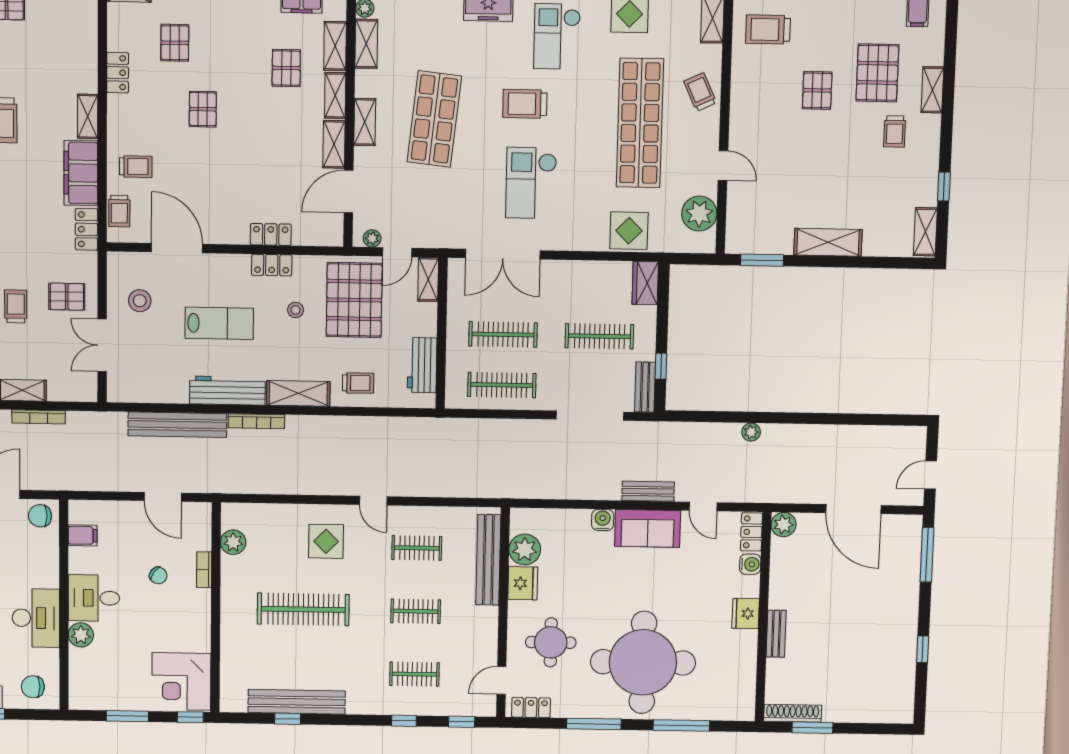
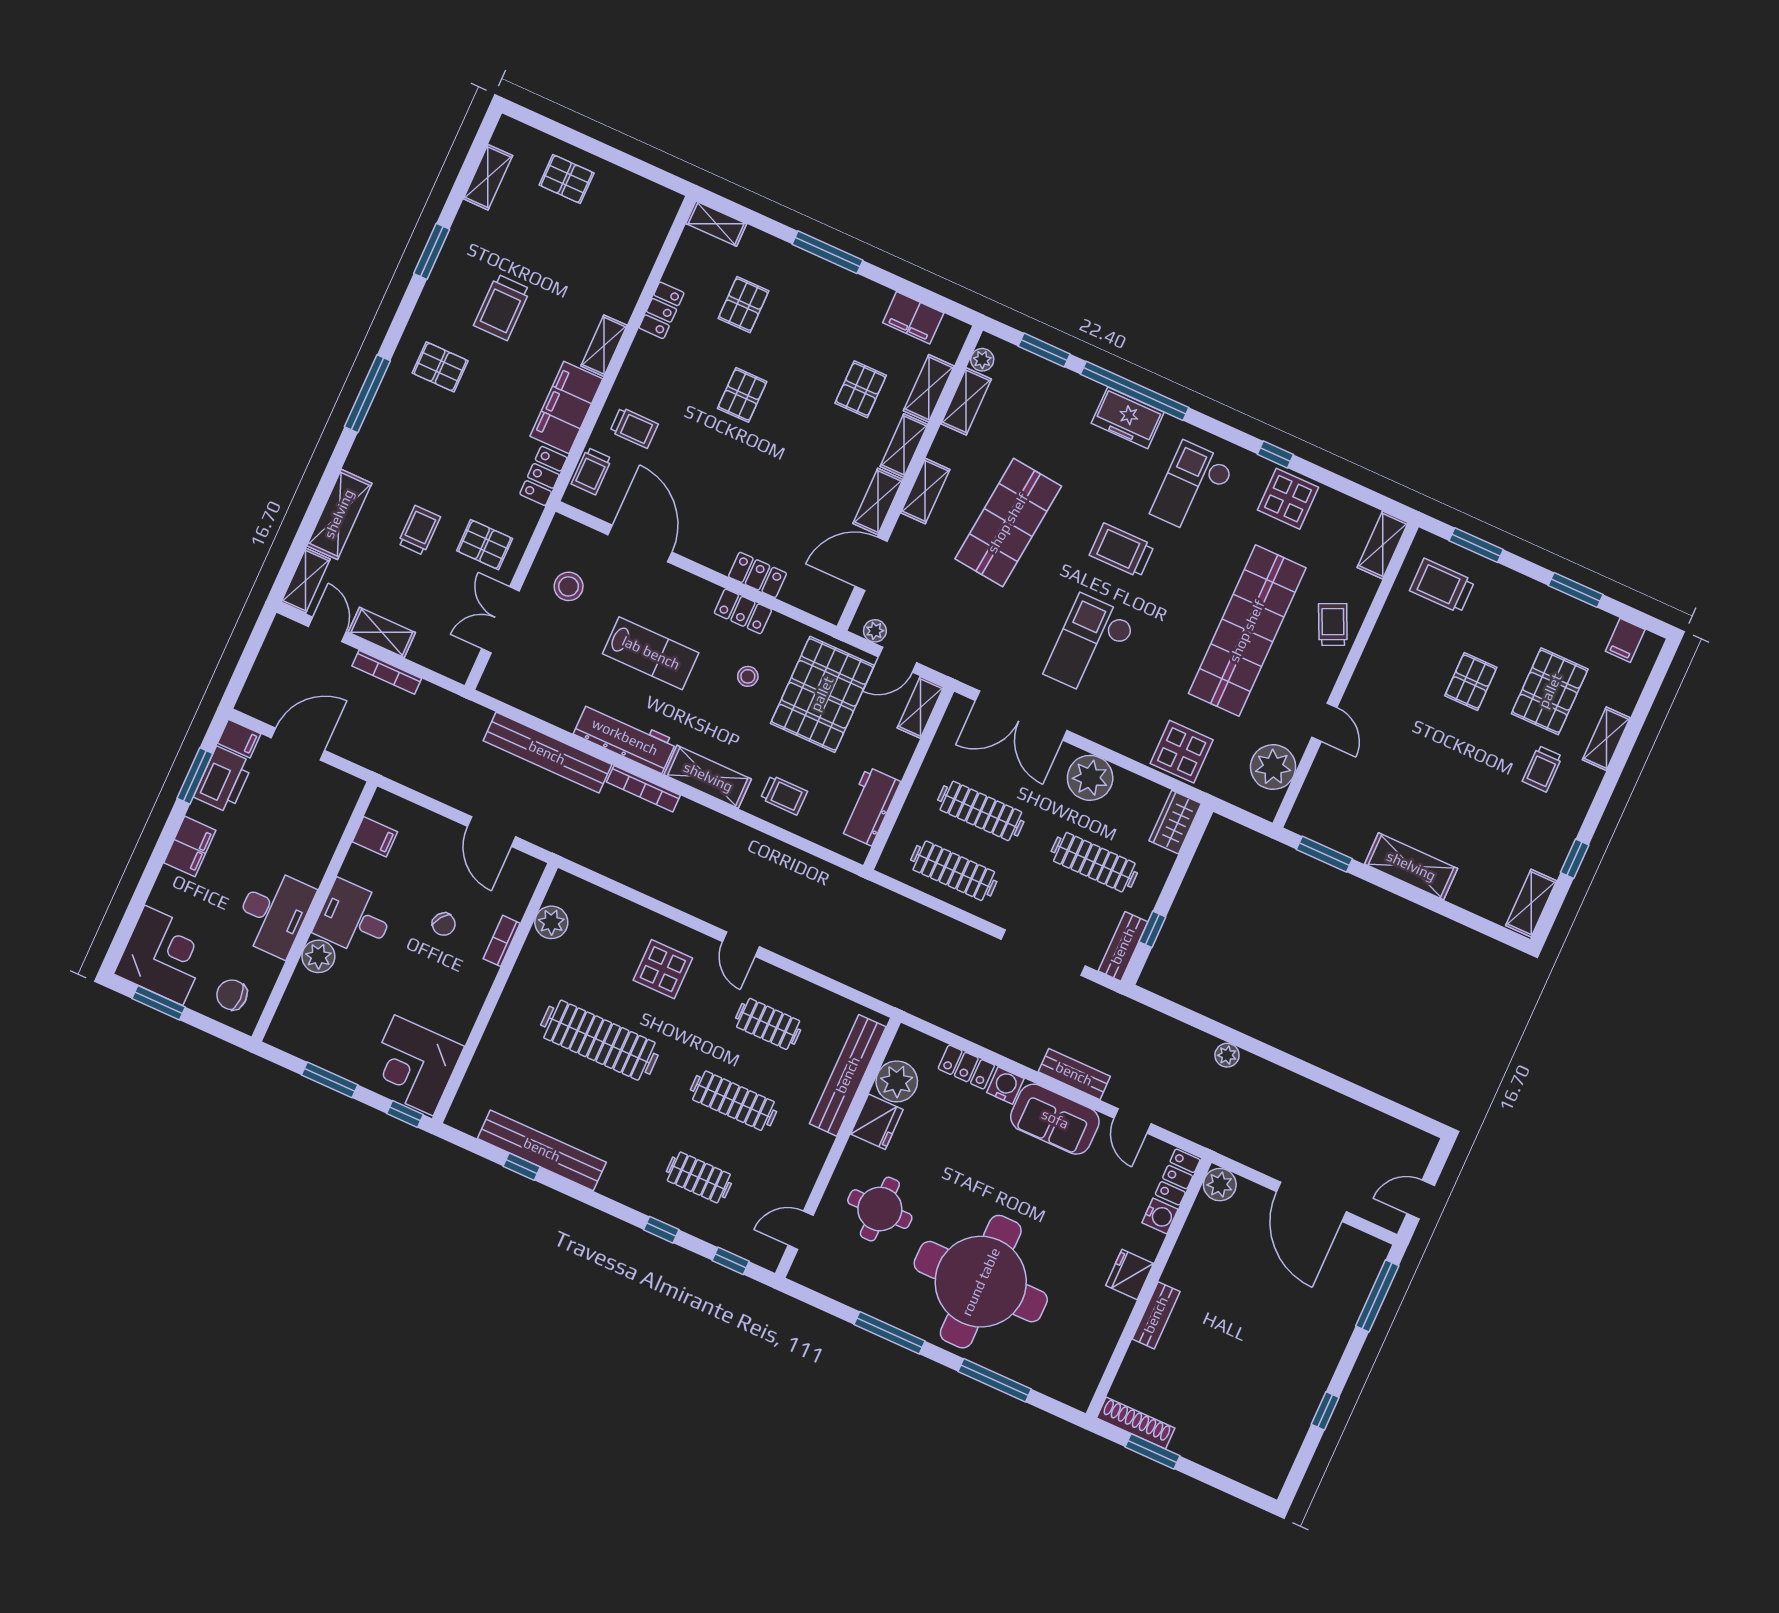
plant: (571, 278) -> (1090, 778), added
chair: (40, 516) -> (335, 791), removed
clothes rail: (416, 611) -> (733, 1101), width x1.36
locker: (531, 708) -> (966, 1067), moved, turned 180

